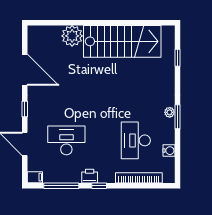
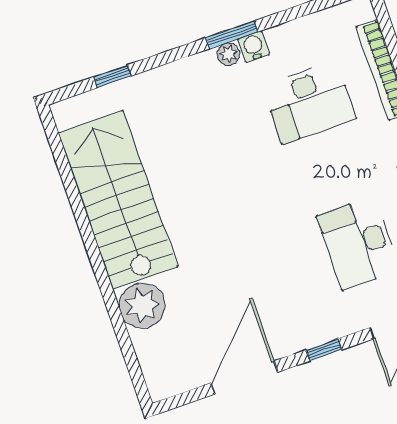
water cooler: (169, 151) -> (254, 47), moved

